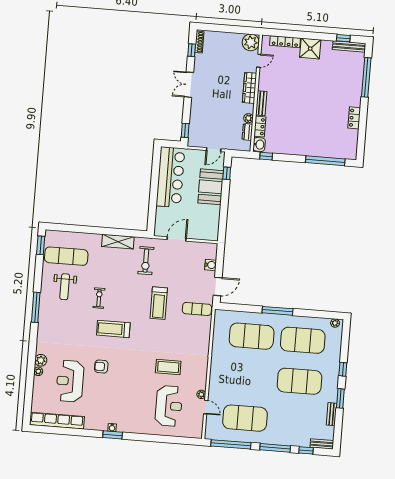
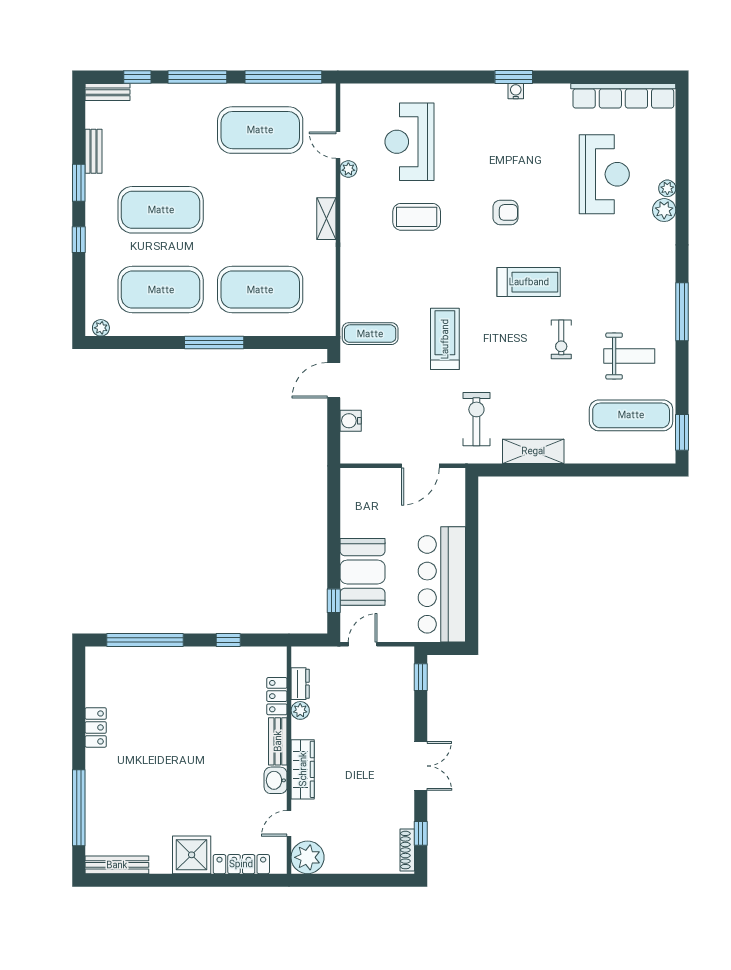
window: (343, 38) -> (129, 880), removed
washbasin: (259, 145) -> (276, 780), moved
window: (266, 156) -> (228, 640), moved
weight bench: (65, 287) -> (629, 356), turned 90
armchair: (101, 367) -> (505, 212), moved
shelving: (215, 370) -> (326, 219), added

